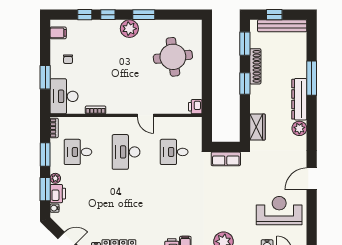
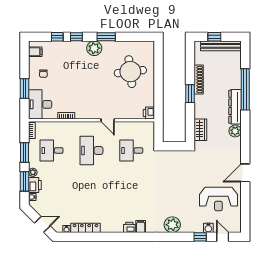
window: (245, 44) -> (190, 61), removed
window: (312, 78) -> (245, 89), width x1.46
row of seats: (226, 159) -> (174, 156), removed
reception desk: (279, 211) -> (218, 199), turned 180

